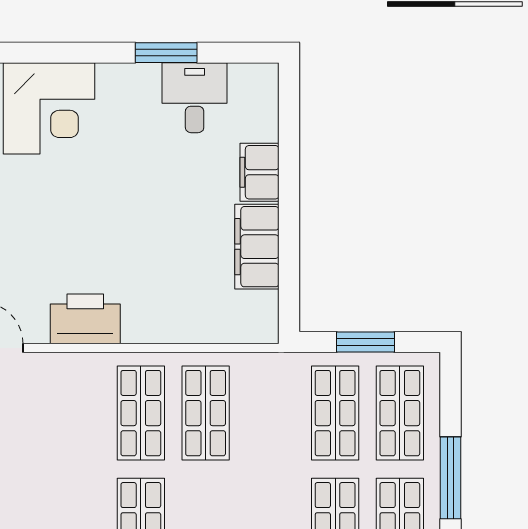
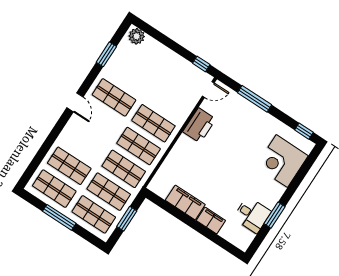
shop shelf: (270, 413) -> (124, 169), added

